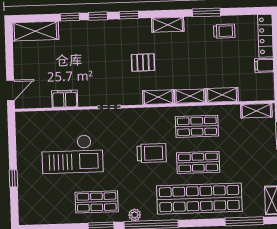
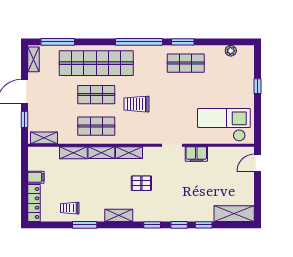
filing cabinet: (65, 99) -> (196, 154), moved
checkout: (72, 154) -> (224, 125), moved
plant: (135, 215) -> (231, 51), moved

